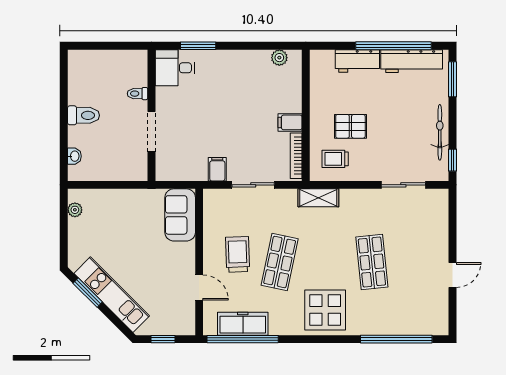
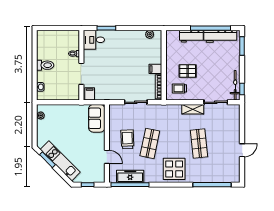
bicycle: (440, 132) -> (235, 85), moved
filing cabinet: (217, 169) -> (90, 94), moved
shelving: (318, 198) -> (193, 109), moved

